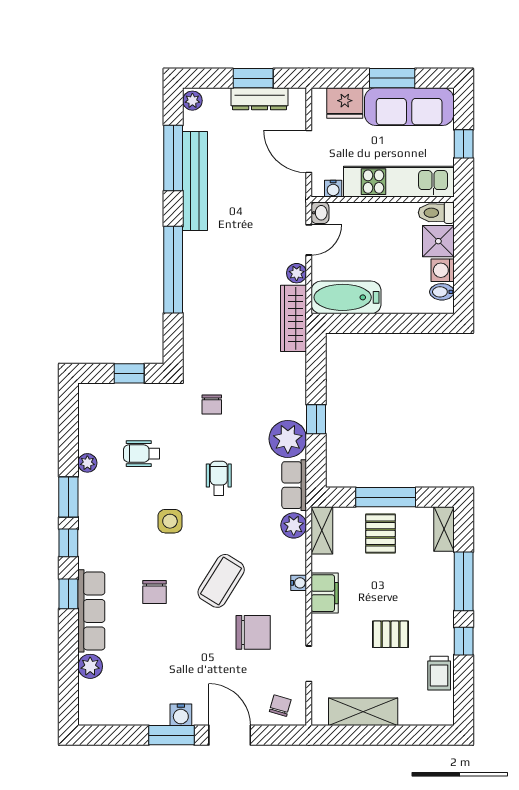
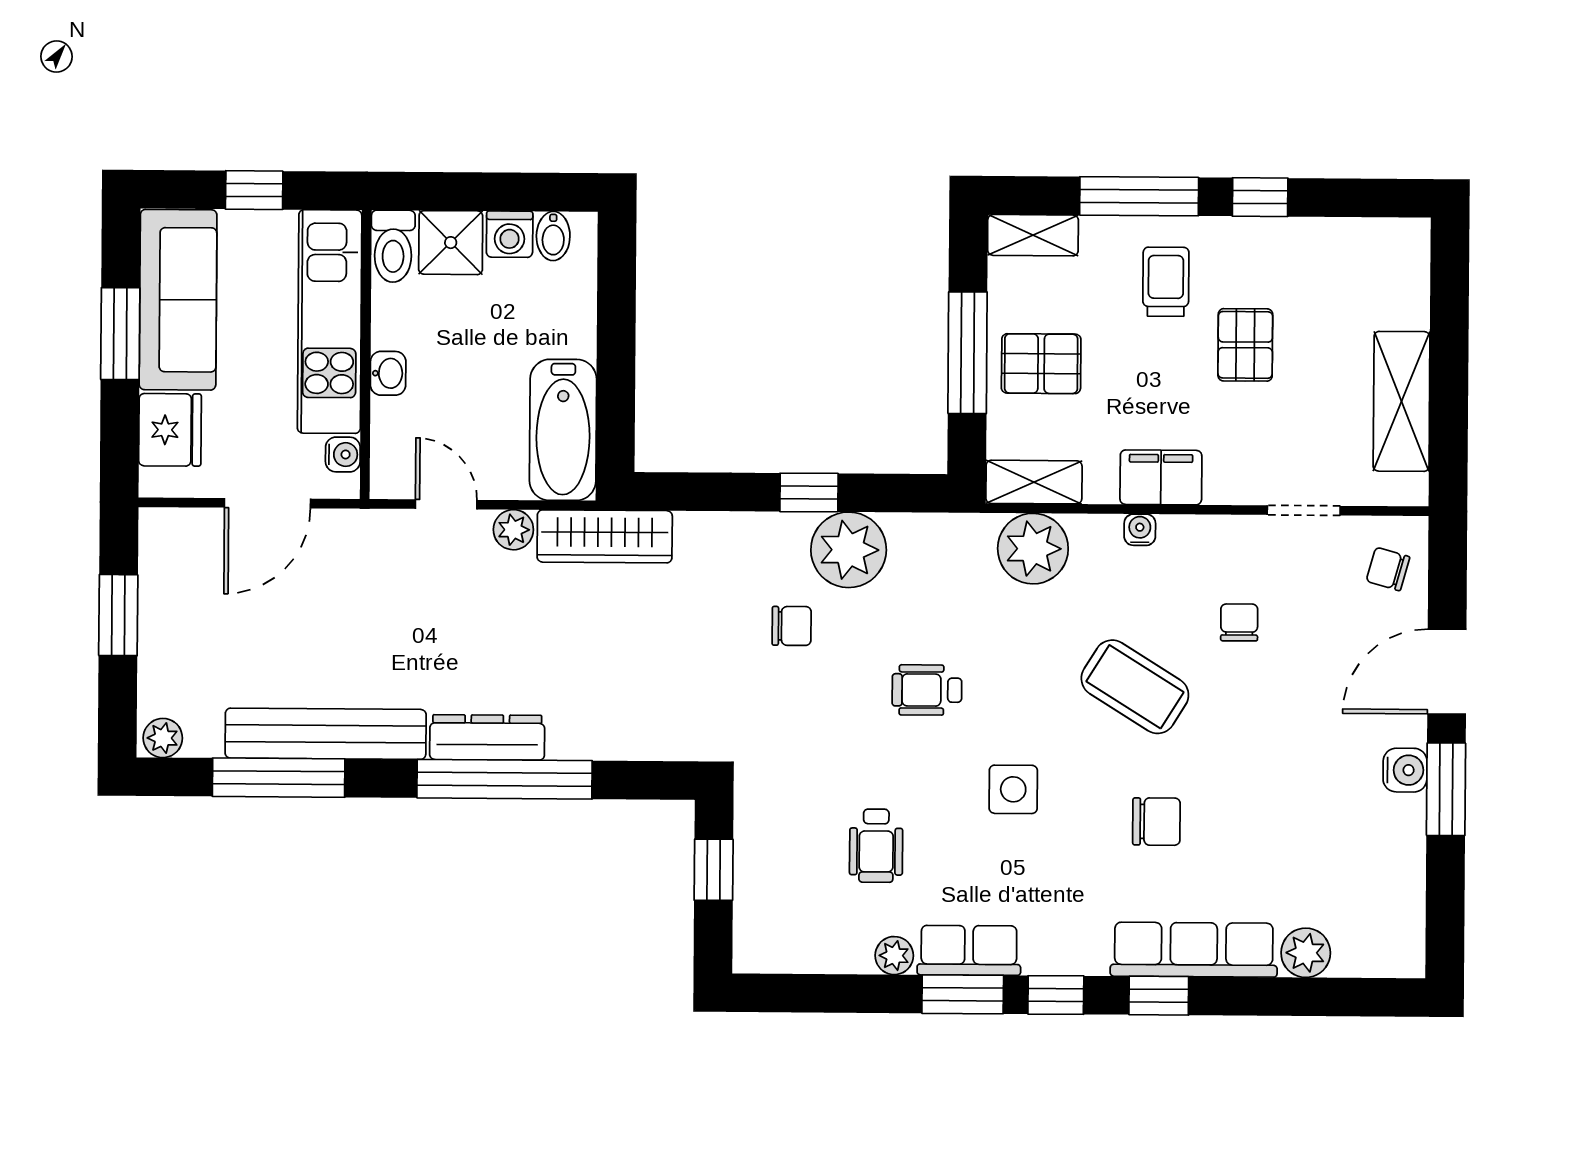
dresser: (260, 99) -> (487, 737), moved, turned -90
washbasin: (320, 213) -> (388, 373), moved, turned 90
chair: (212, 405) -> (792, 626), moved
row of seats: (294, 485) -> (969, 950), moved, turned 180
plant: (294, 525) -> (1033, 549), width x1.36, depth x1.36
chair: (253, 632) -> (1239, 622), width x0.54, depth x0.54
trolley: (439, 673) -> (1166, 282), moved, turned -90

